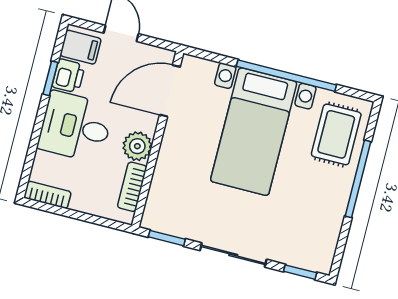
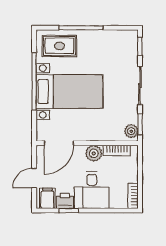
door: (170, 91) -> (59, 143), hinge flipped
plant: (159, 220) -> (131, 131), added

